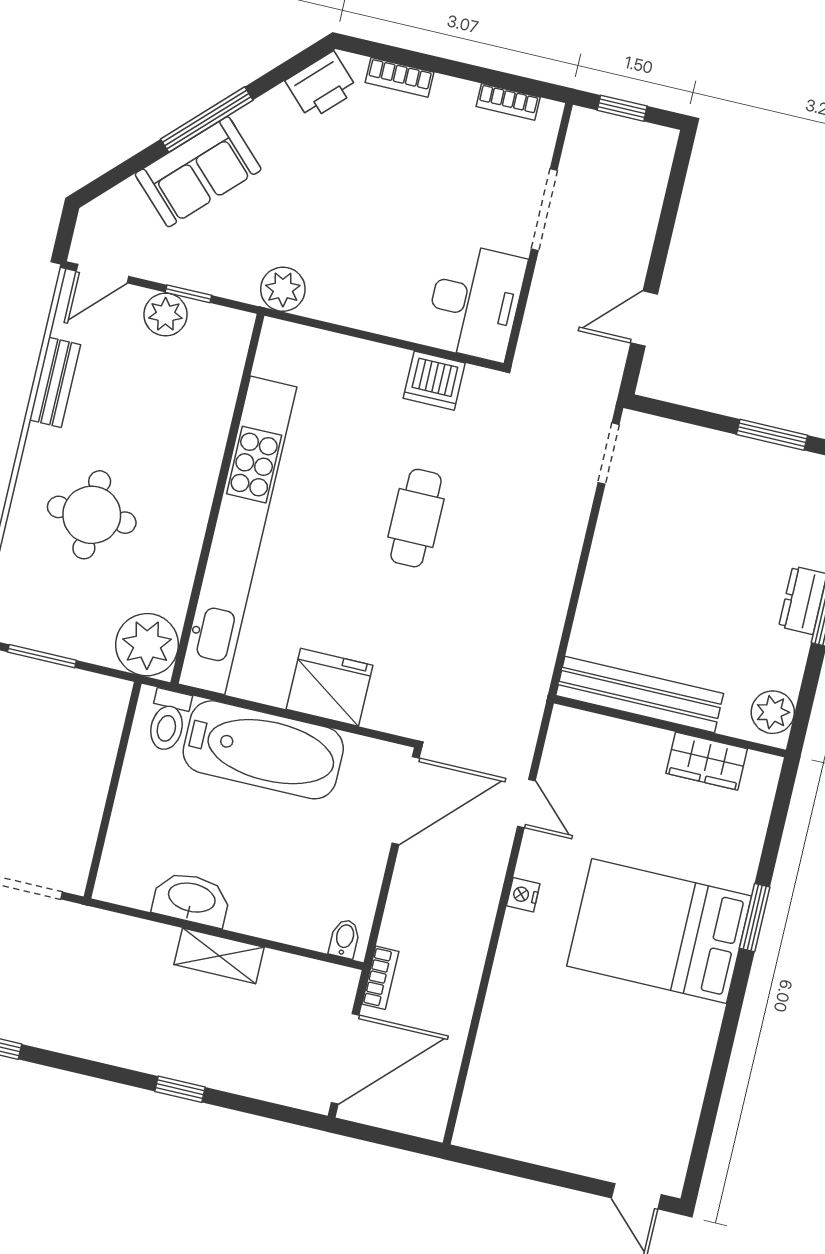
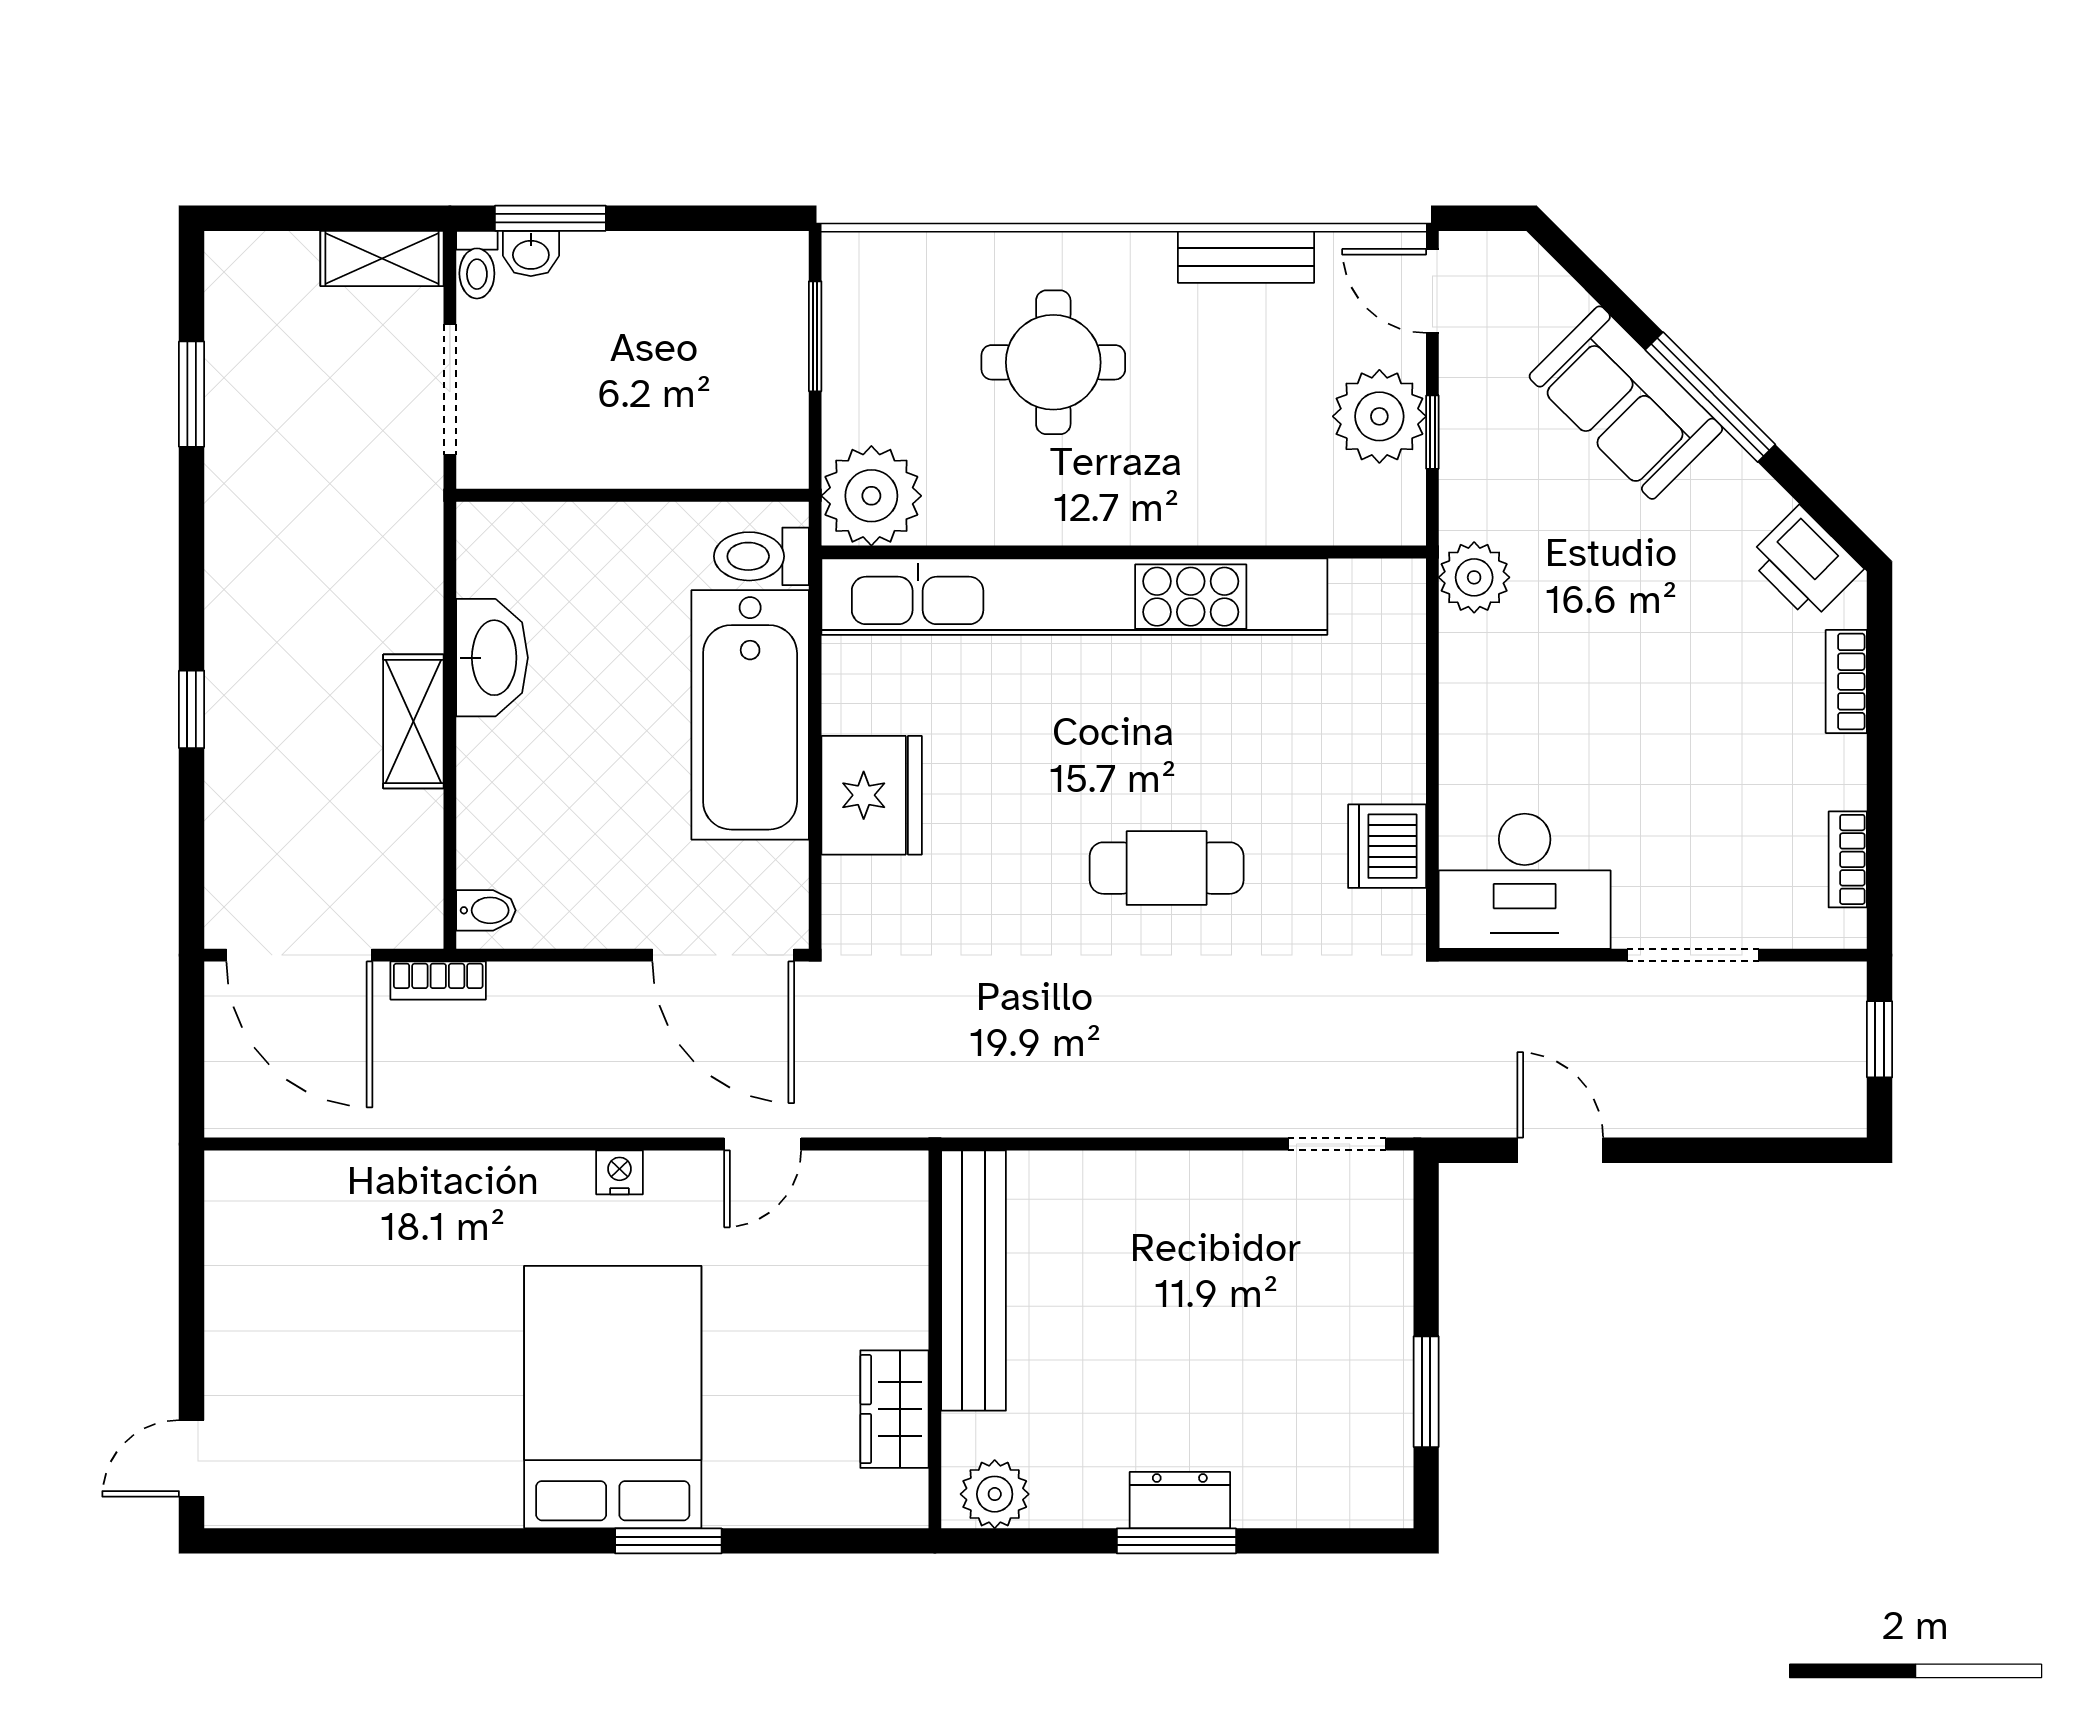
plant: (165, 315) -> (1379, 416), width x1.36, depth x1.36

